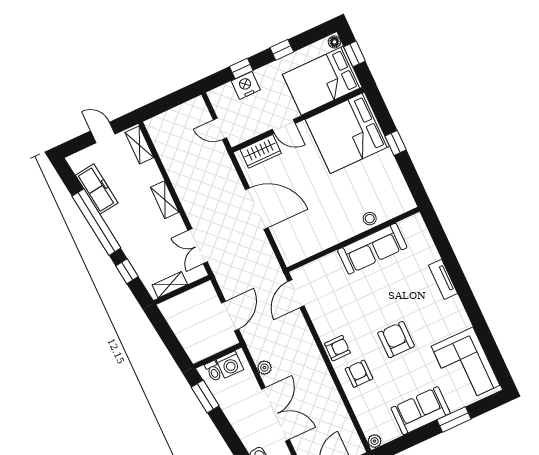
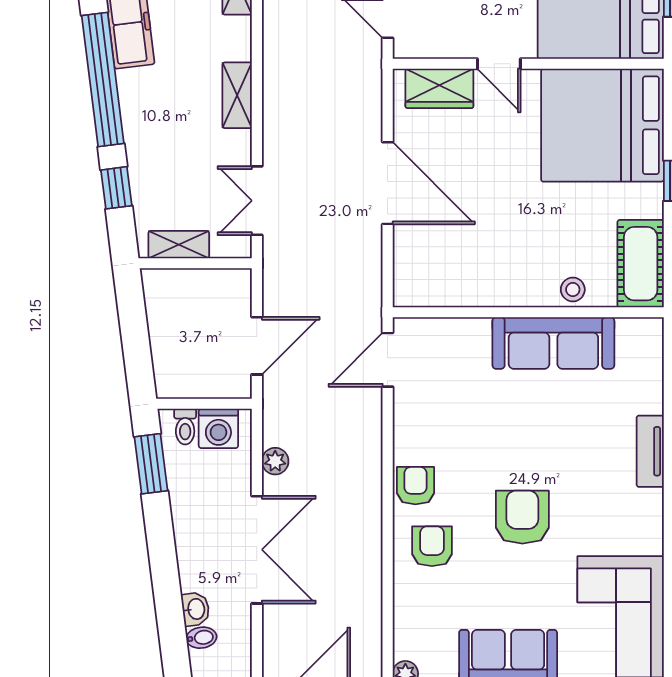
cot: (397, 191) -> (641, 264), added
armchair: (338, 348) -> (415, 486), turned -90

